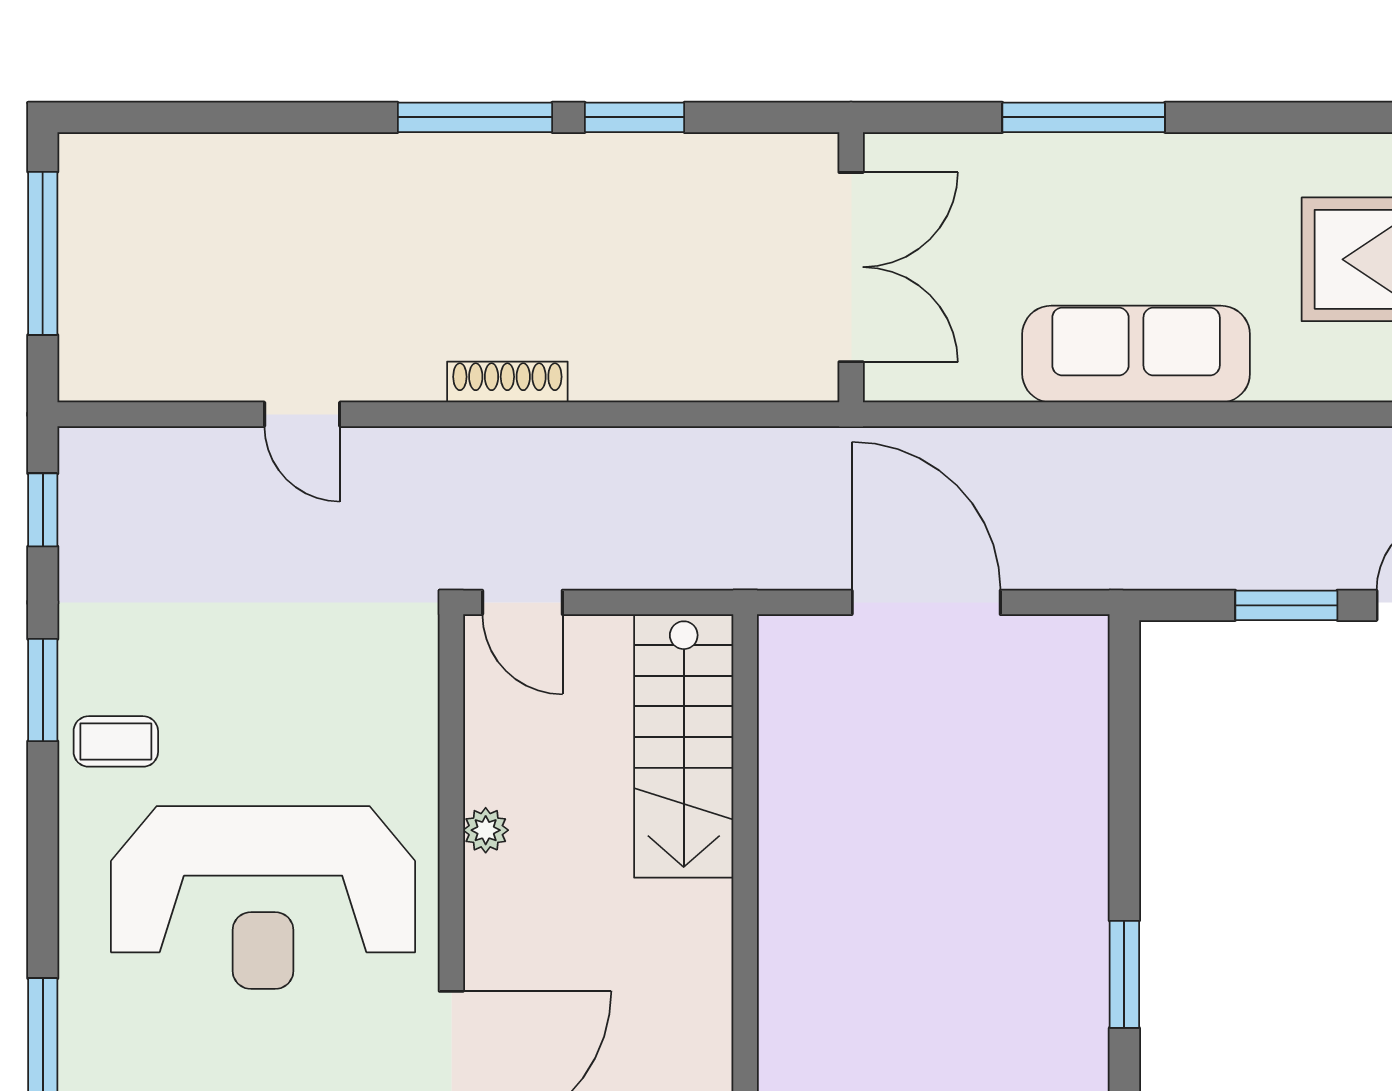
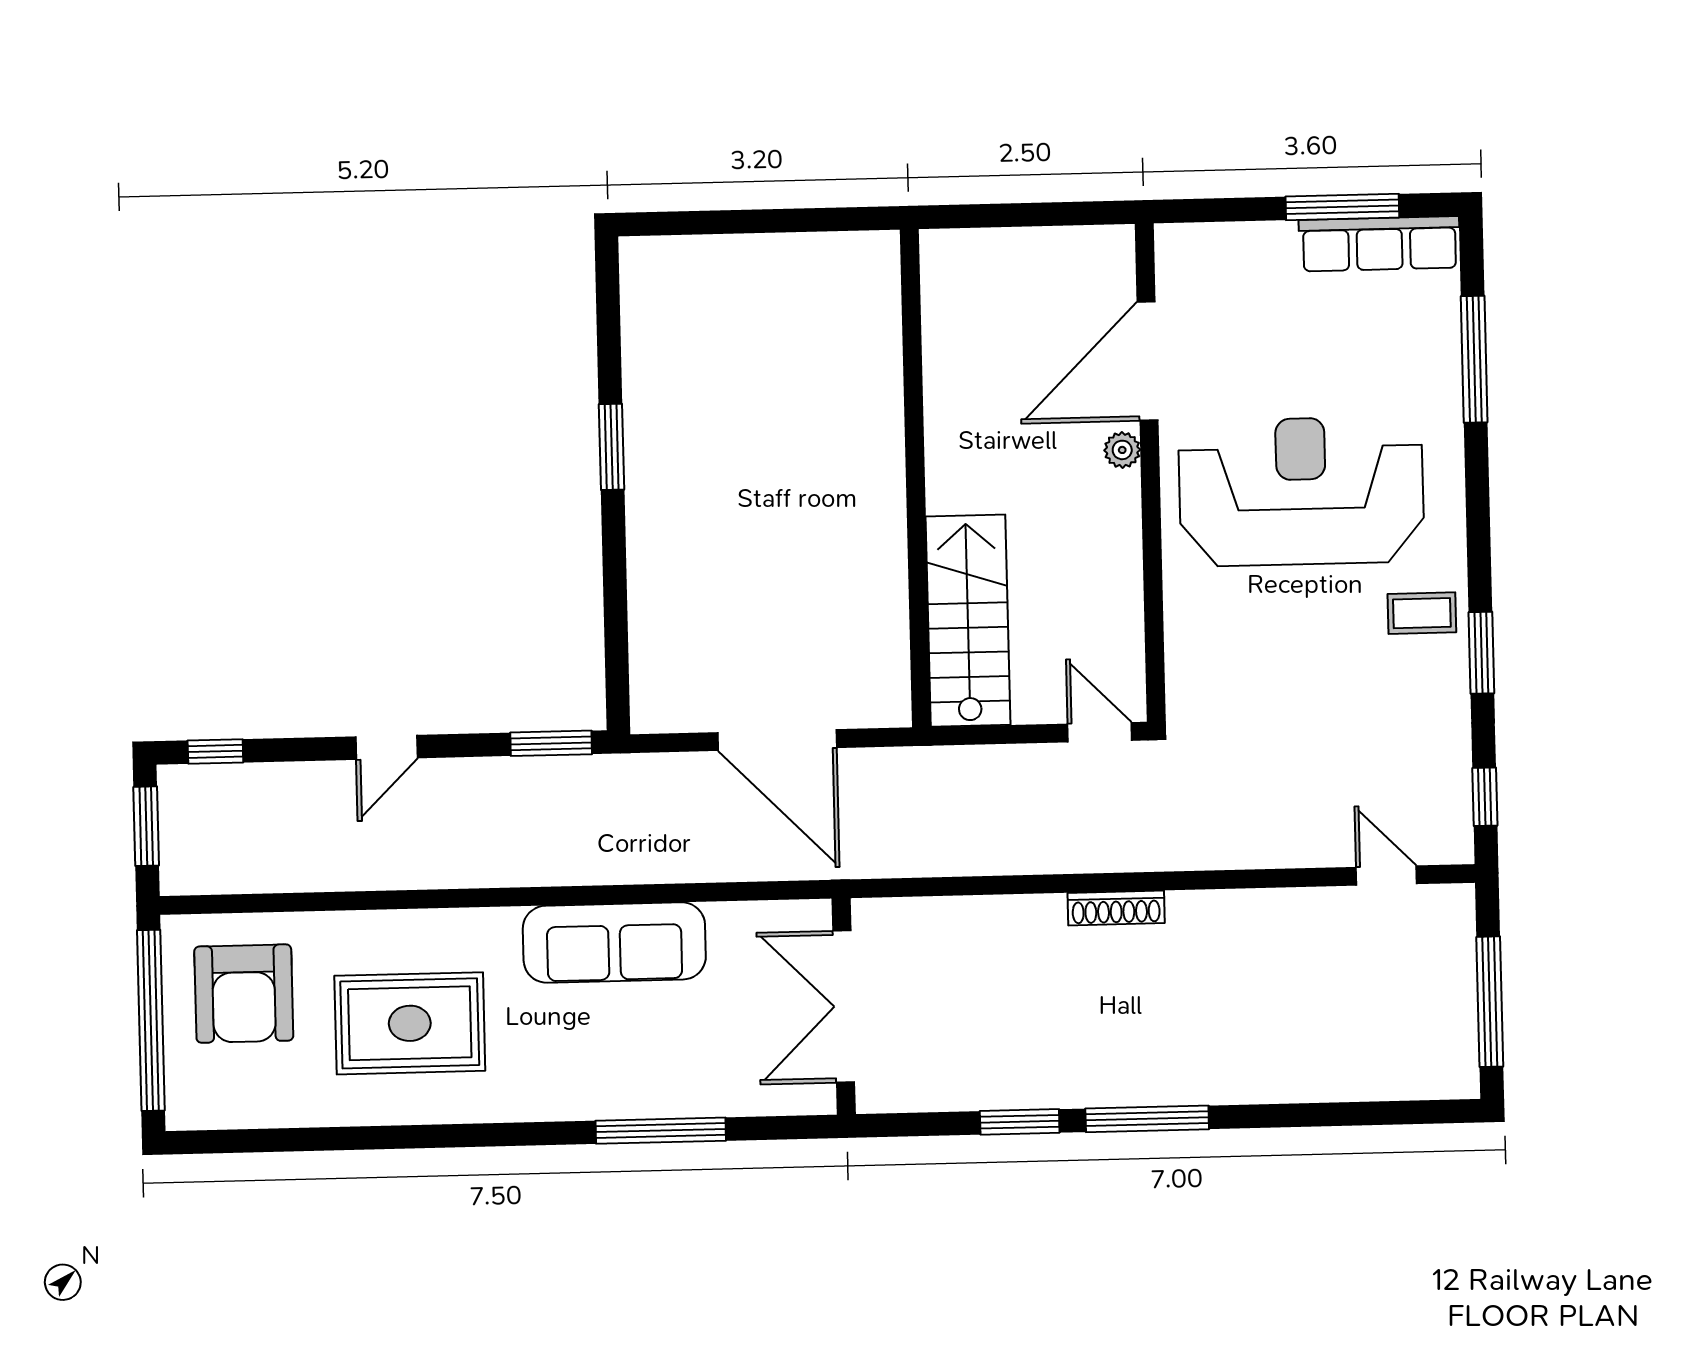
door: (302, 414) -> (1386, 876), moved
window: (1286, 605) -> (551, 743), moved
plant: (486, 830) -> (1122, 450), moved

